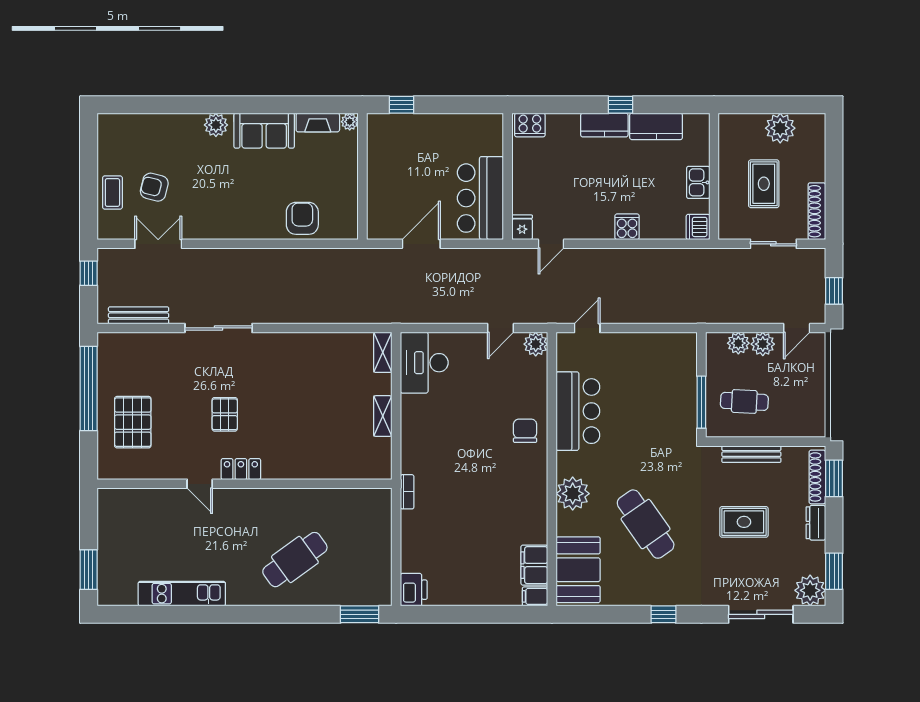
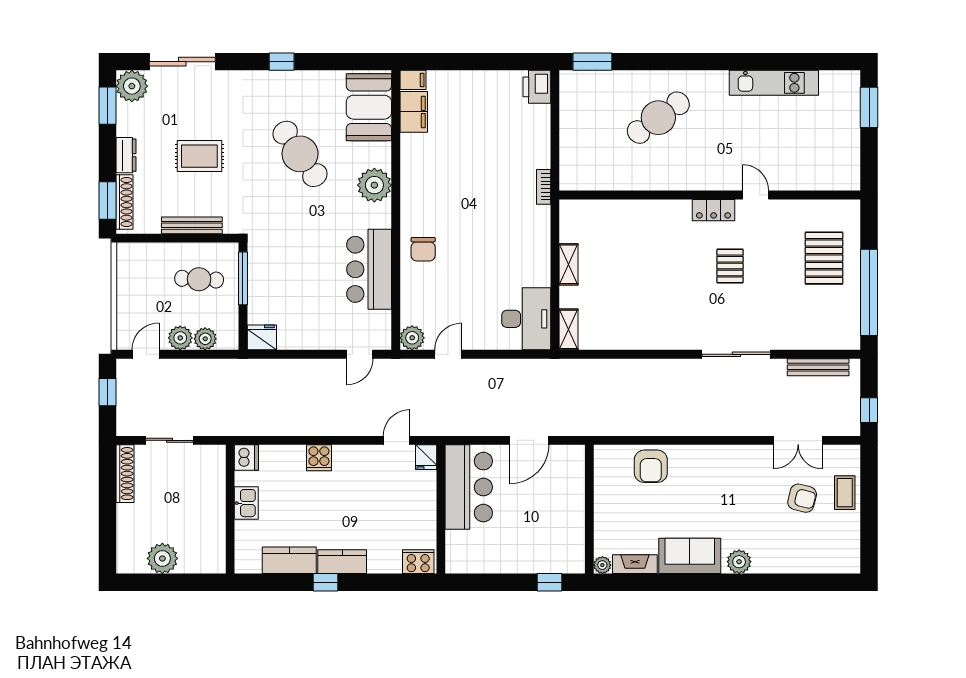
rug: (764, 184) -> (179, 502), removed
fridge: (683, 344) -> (262, 337), added

